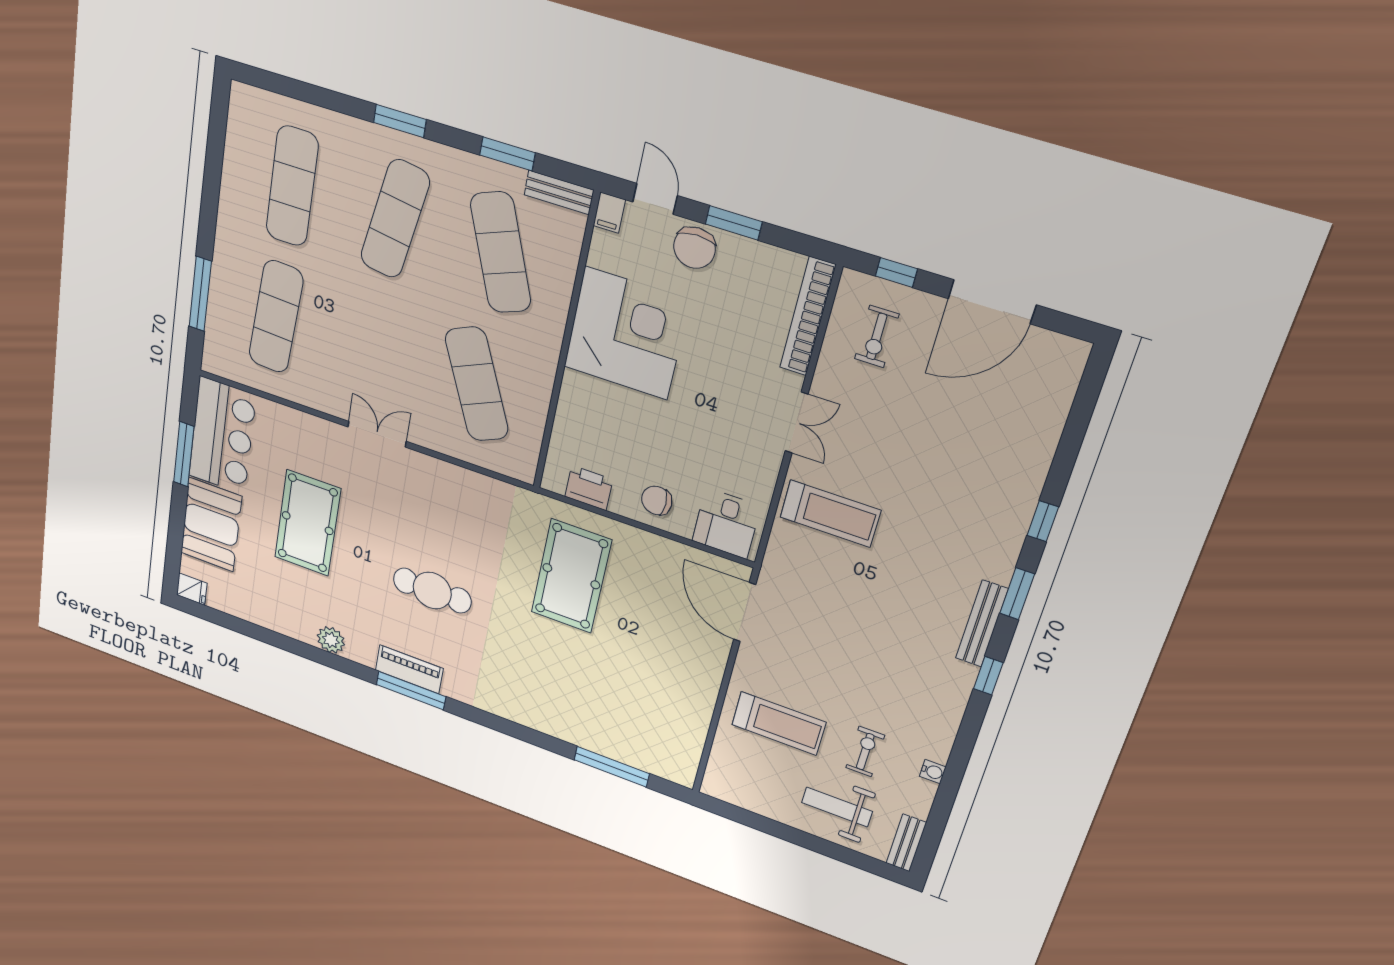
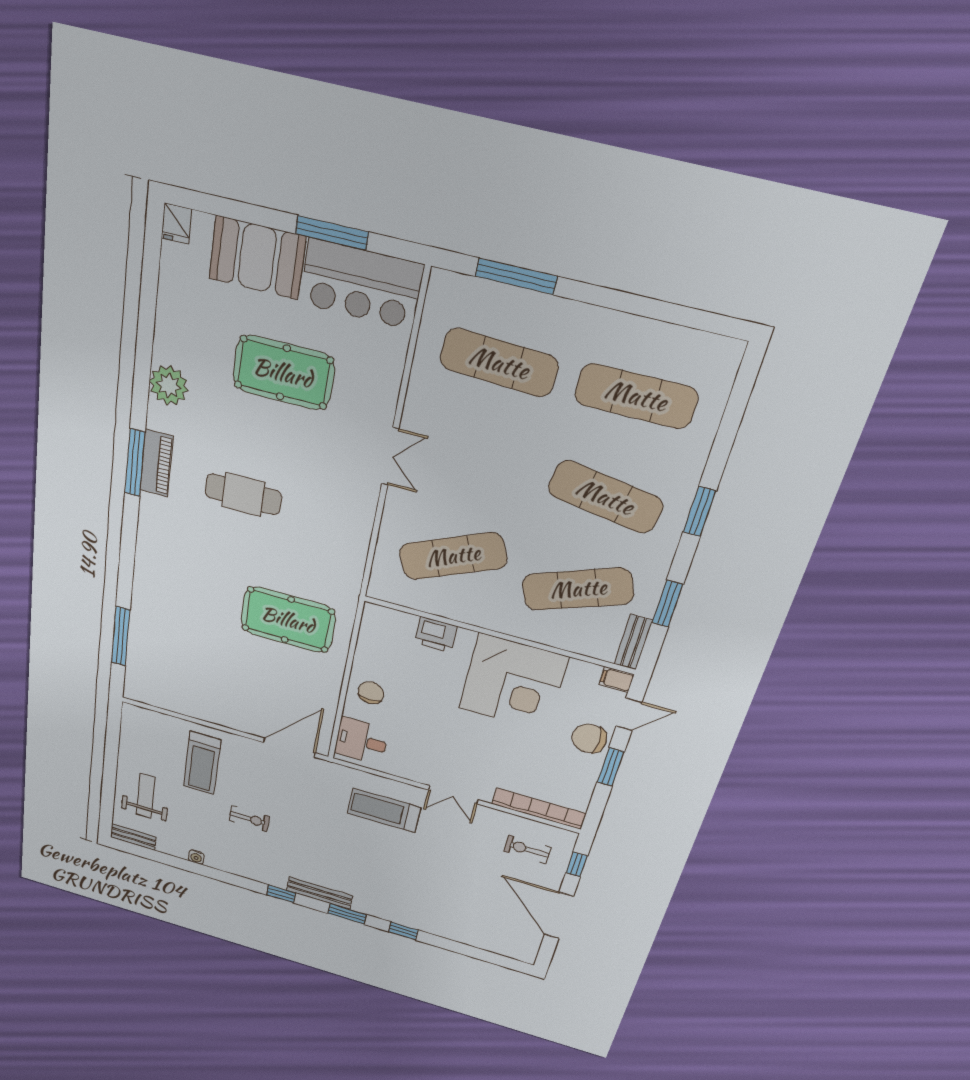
printer: (589, 488) -> (436, 635), moved, turned 90
treadmill: (830, 514) -> (384, 810), turned 90
cafe table: (432, 591) -> (243, 494), turned 90
plant: (331, 640) -> (169, 385), width x1.36, depth x1.36
exercise bike: (865, 752) -> (249, 819), moved

